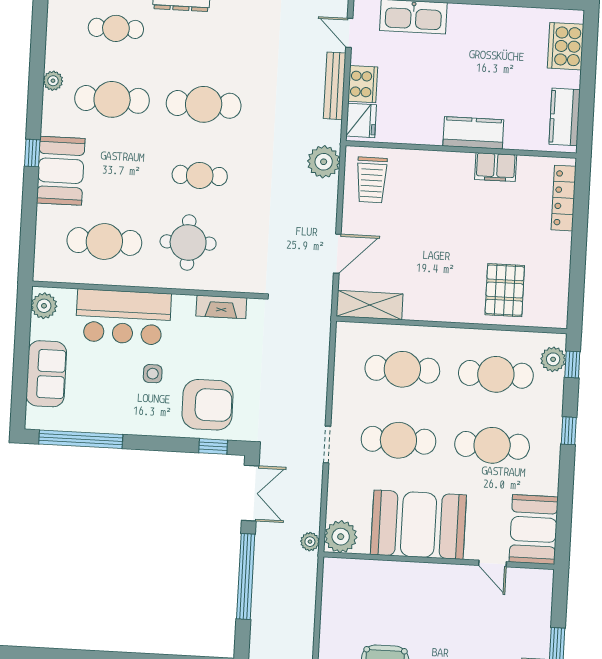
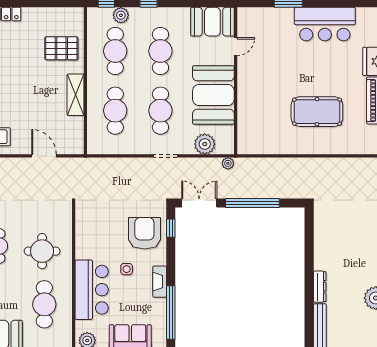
shelving: (370, 305) -> (76, 95), moved
fireplace: (221, 307) -> (160, 282), moved, turned 180
plant: (553, 359) -> (121, 15), moved
plant: (341, 537) -> (205, 144), moved

